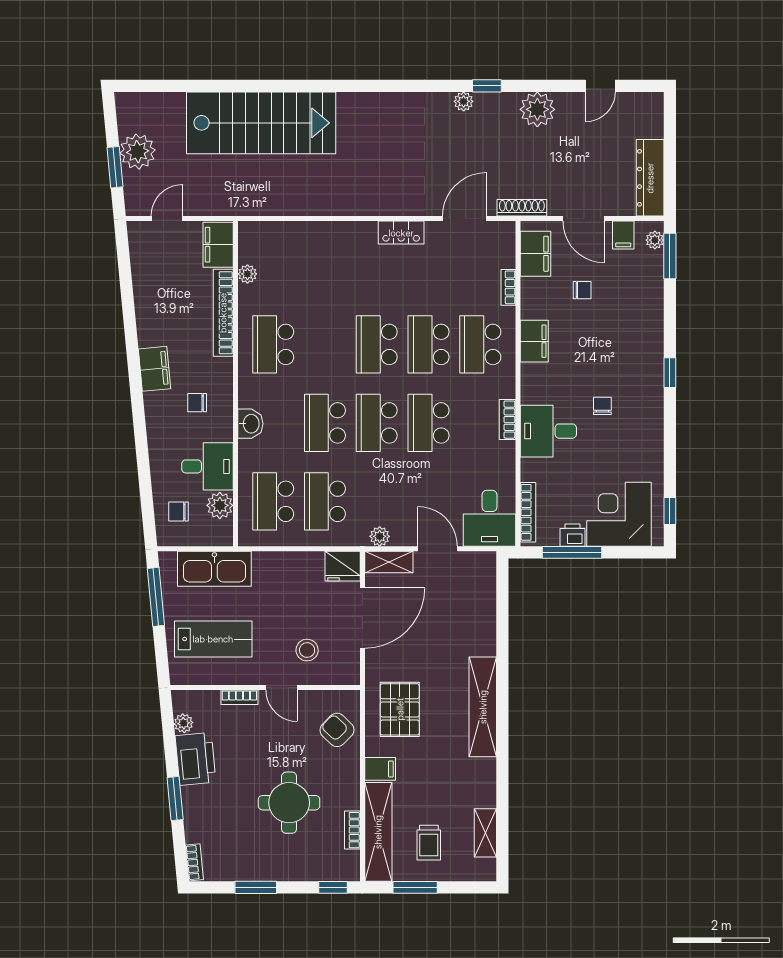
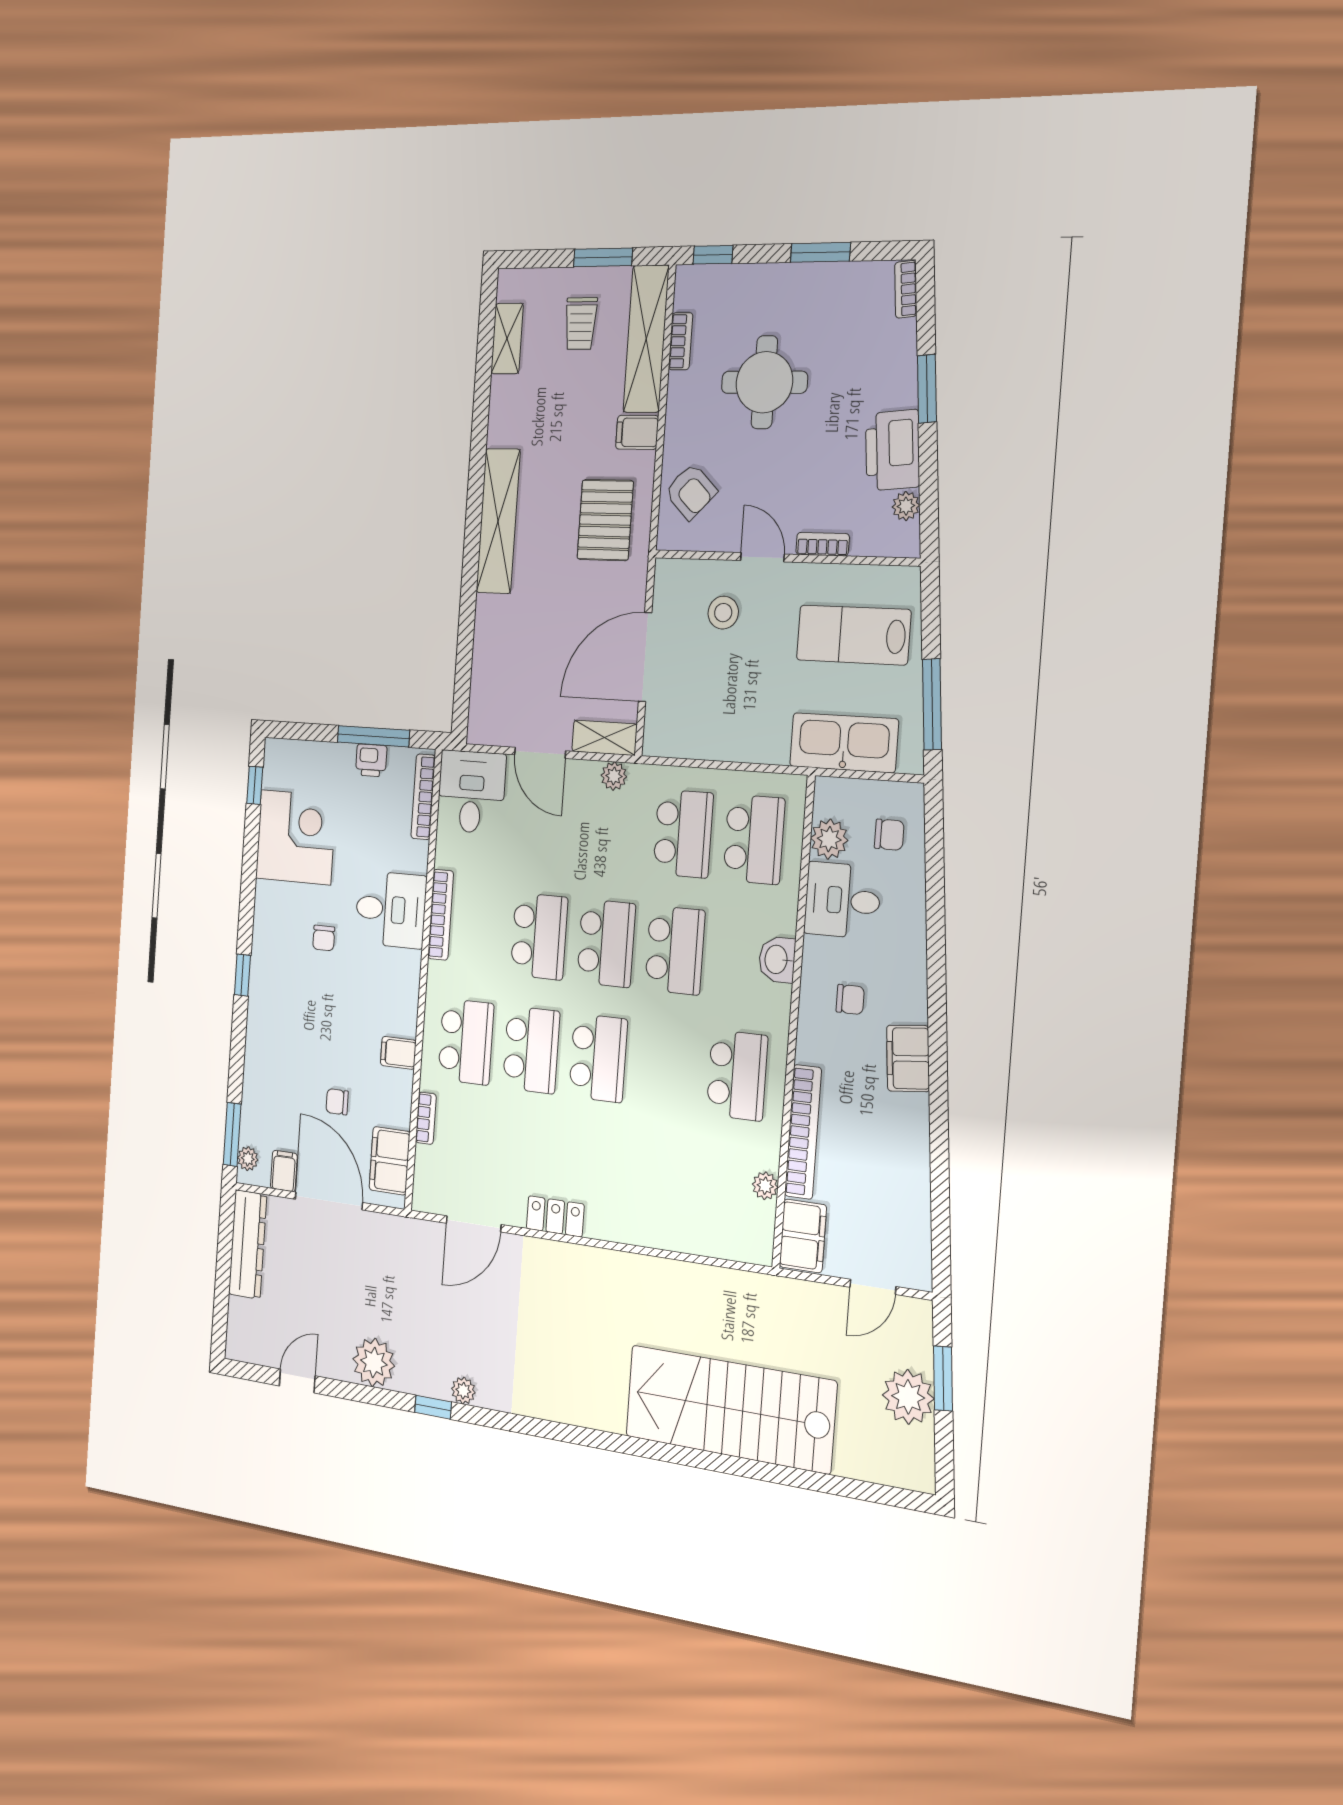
shoe rack: (522, 208) -> (402, 1228), removed
door: (584, 219) -> (329, 1201), width x1.36
filing cabinet: (534, 341) -> (398, 1053), width x0.50
bookcase: (507, 420) -> (441, 915), width x1.56
corner desk: (619, 514) -> (296, 837), moved, turned -90
fridge: (343, 566) -> (666, 735), removed
trolley: (429, 843) -> (581, 324), turned 180

